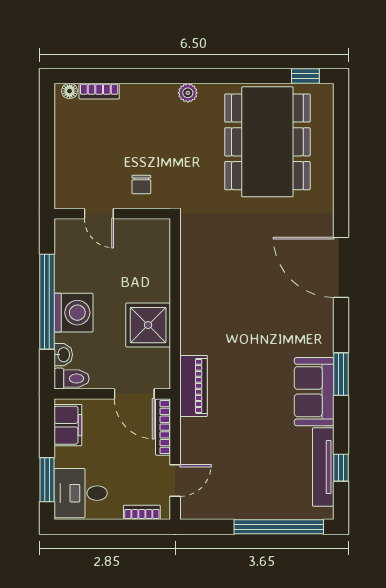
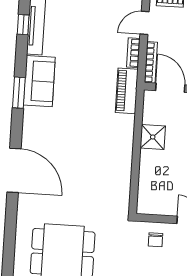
chair: (141, 185) -> (156, 240), turned 180
shower: (148, 325) -> (153, 137), width x0.73, depth x0.73
bookcase: (188, 439) -> (133, 53), added

